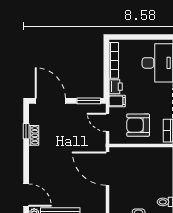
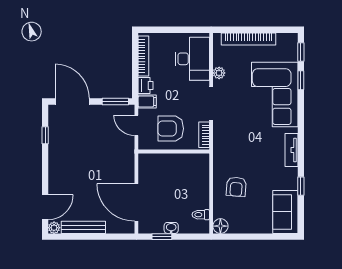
shoe rack: (34, 135) -> (54, 140), removed
door: (108, 169) -> (136, 202), moved
door: (26, 195) -> (45, 207), hinge flipped

